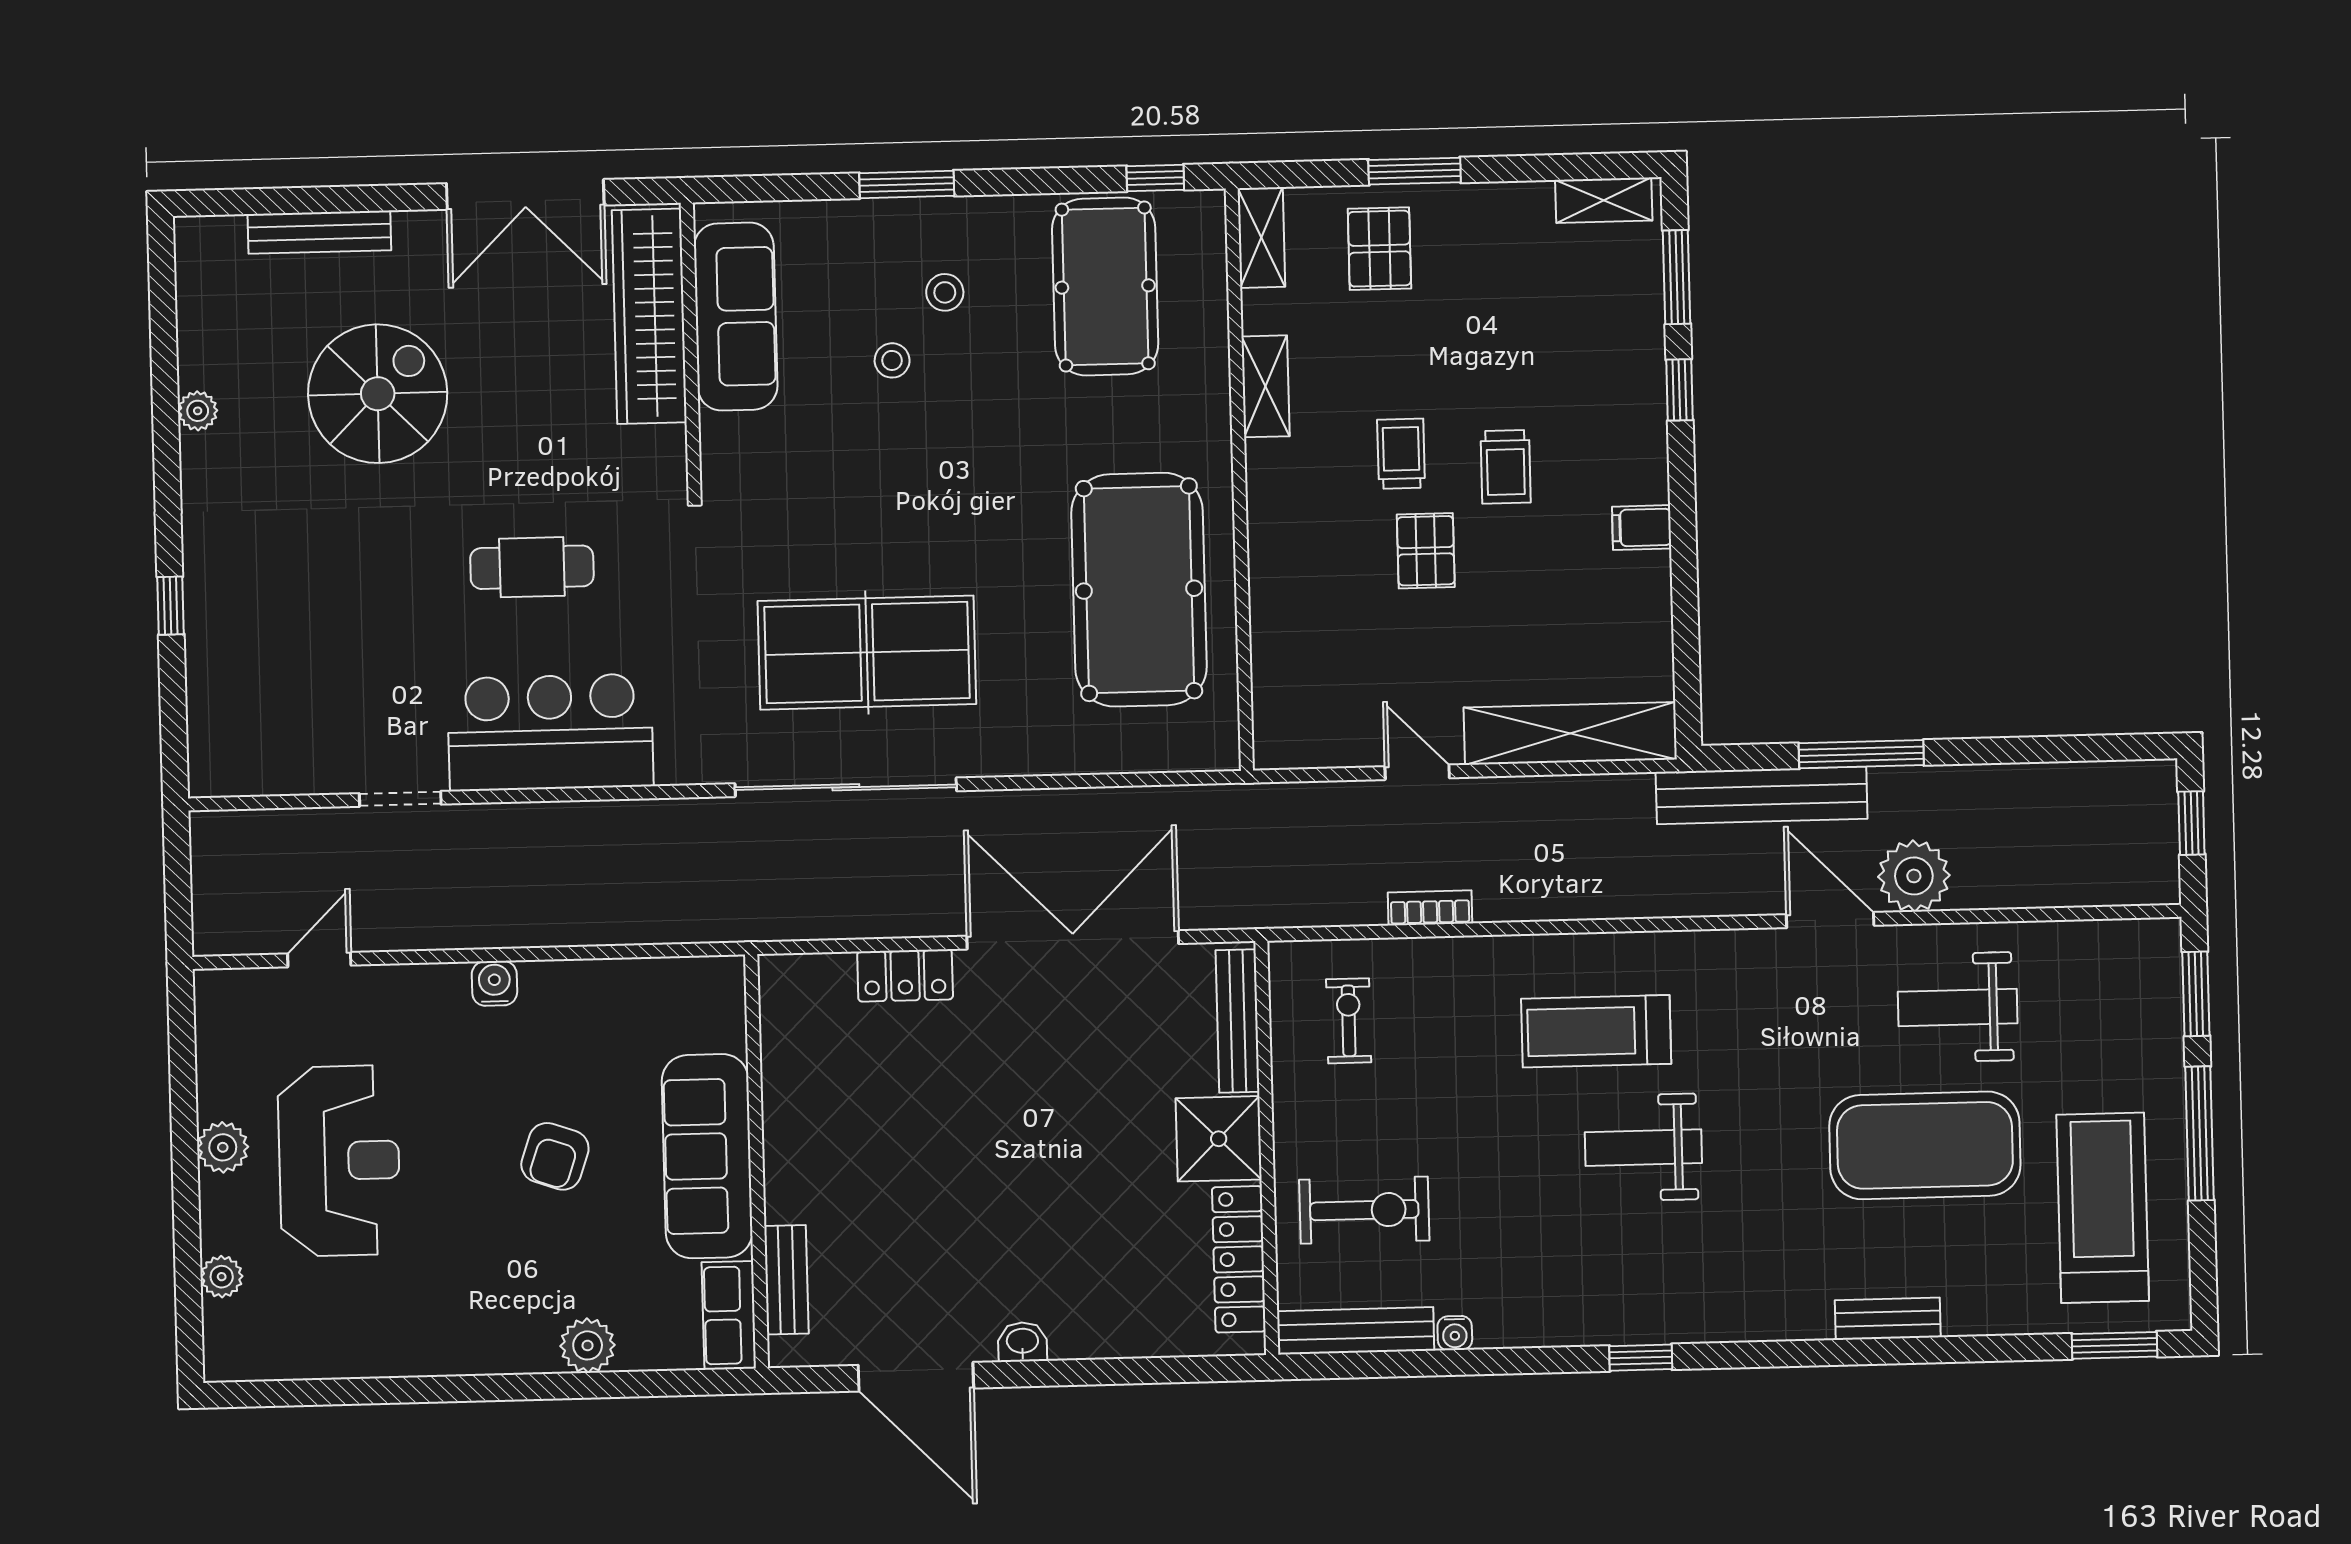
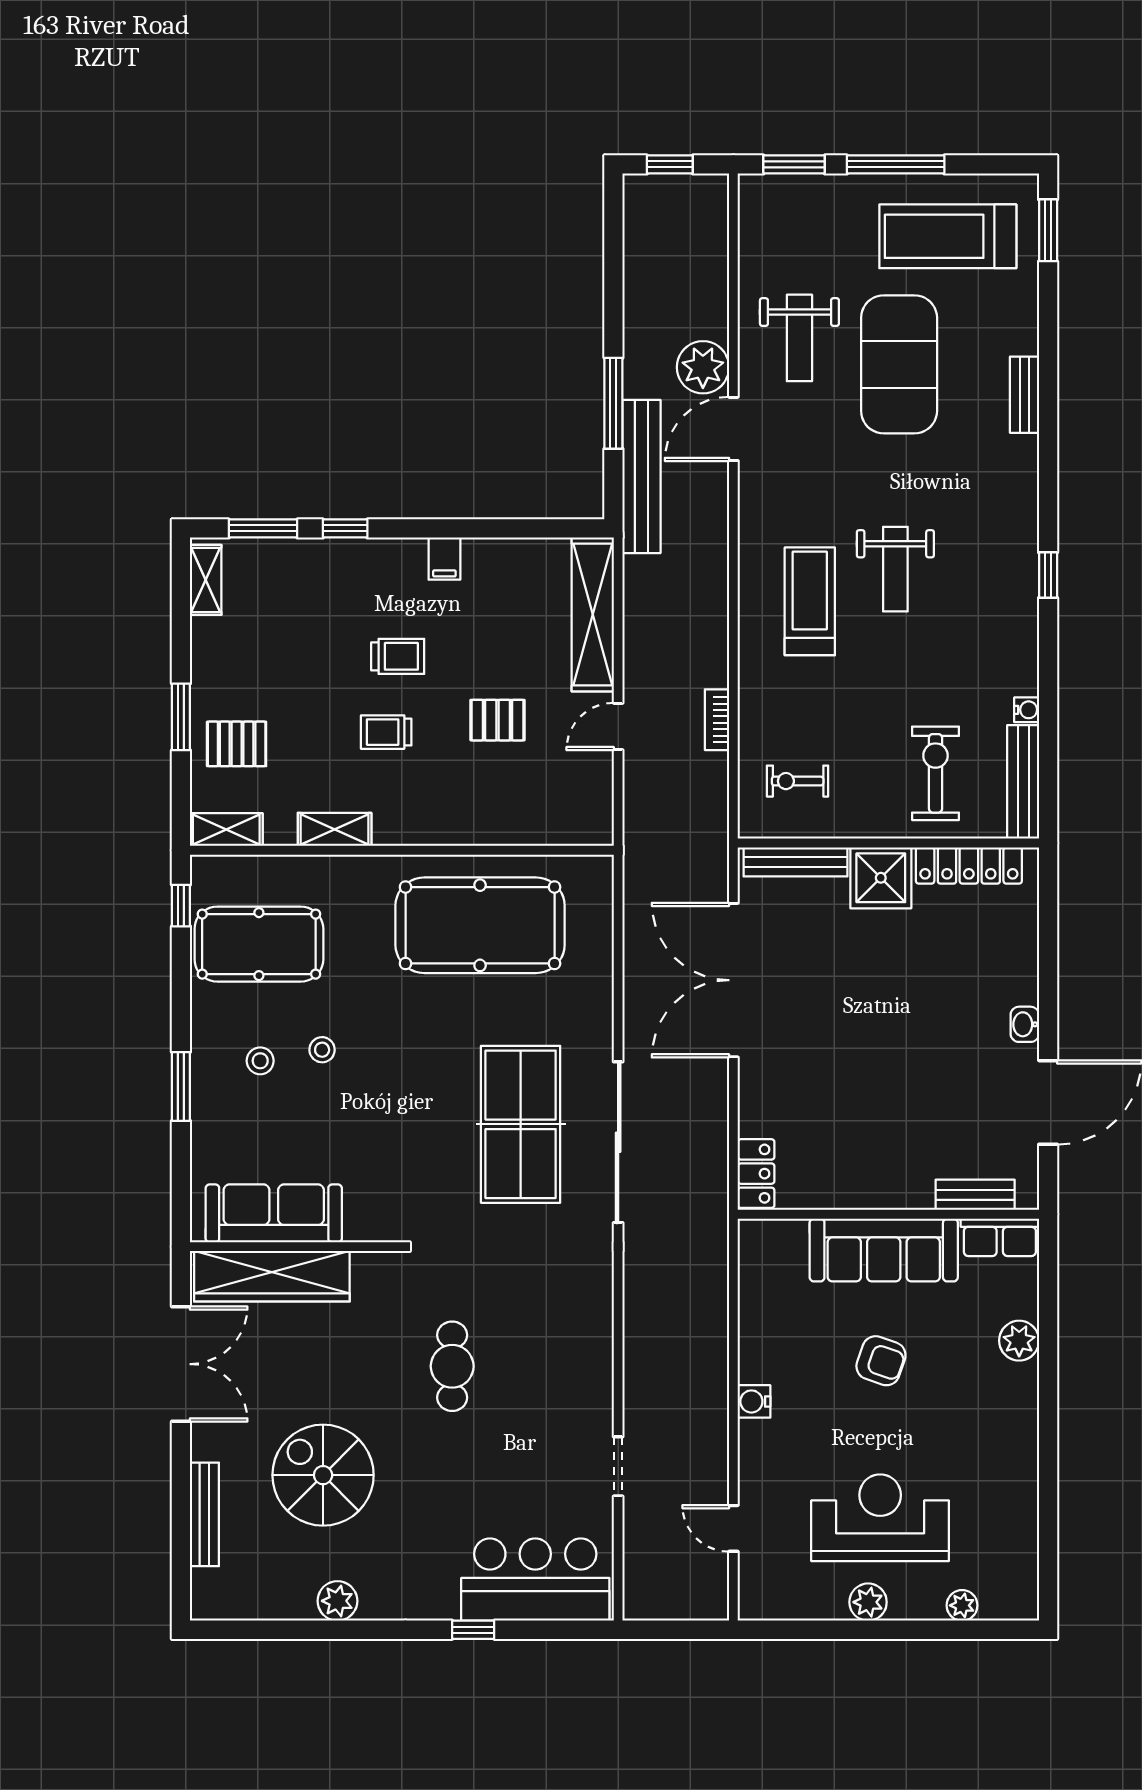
stool: (892, 360) -> (322, 1050), moved
plant: (198, 411) -> (337, 1601), width x1.38, depth x1.38
pallet: (1426, 551) -> (497, 720), moved
bar counter: (550, 732) -> (535, 1580), moved, turned 90
locker: (905, 975) -> (756, 1174), moved
treadmill: (1596, 1031) -> (810, 601), turned 180

